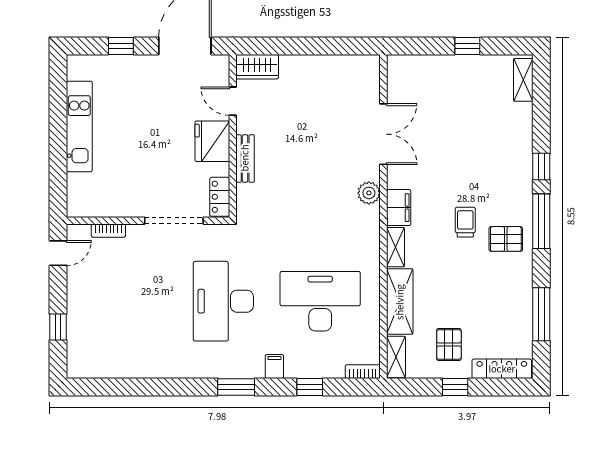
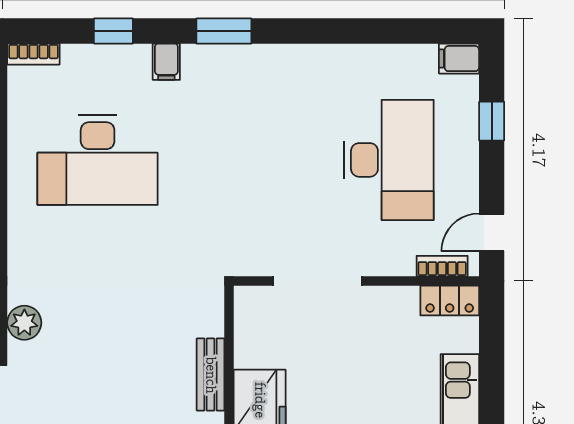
locker: (220, 197) -> (450, 301), moved, turned 90
bookcase: (108, 231) -> (442, 266), moved
desk: (223, 301) -> (389, 160), moved
filing cabinet: (80, 369) -> (459, 59), added

